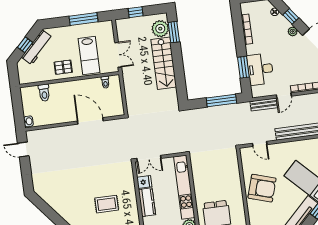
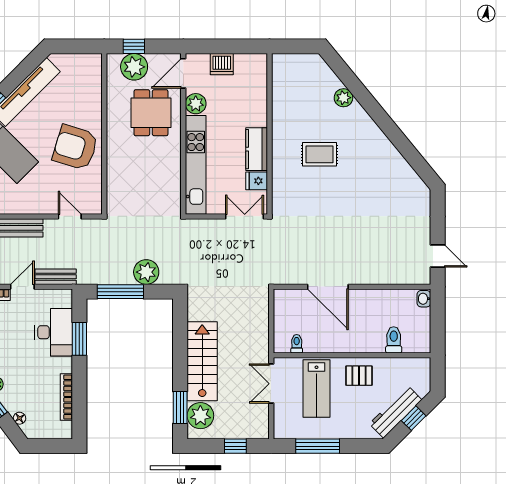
lab bench: (89, 55) -> (317, 389), turned 180
plant: (207, 115) -> (146, 272), added

